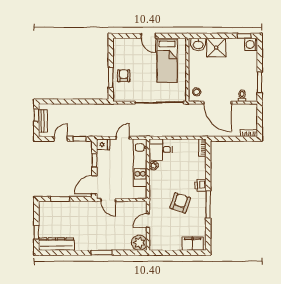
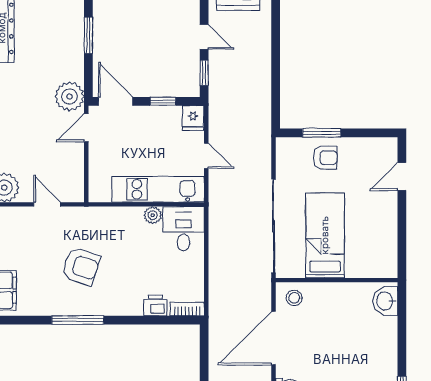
door: (148, 36) -> (402, 176), moved
shower: (216, 48) -> (379, 335), removed
bed: (167, 60) -> (325, 235), moved, turned 90
printer: (201, 185) -> (155, 305), moved
plant: (92, 209) -> (70, 96), added

